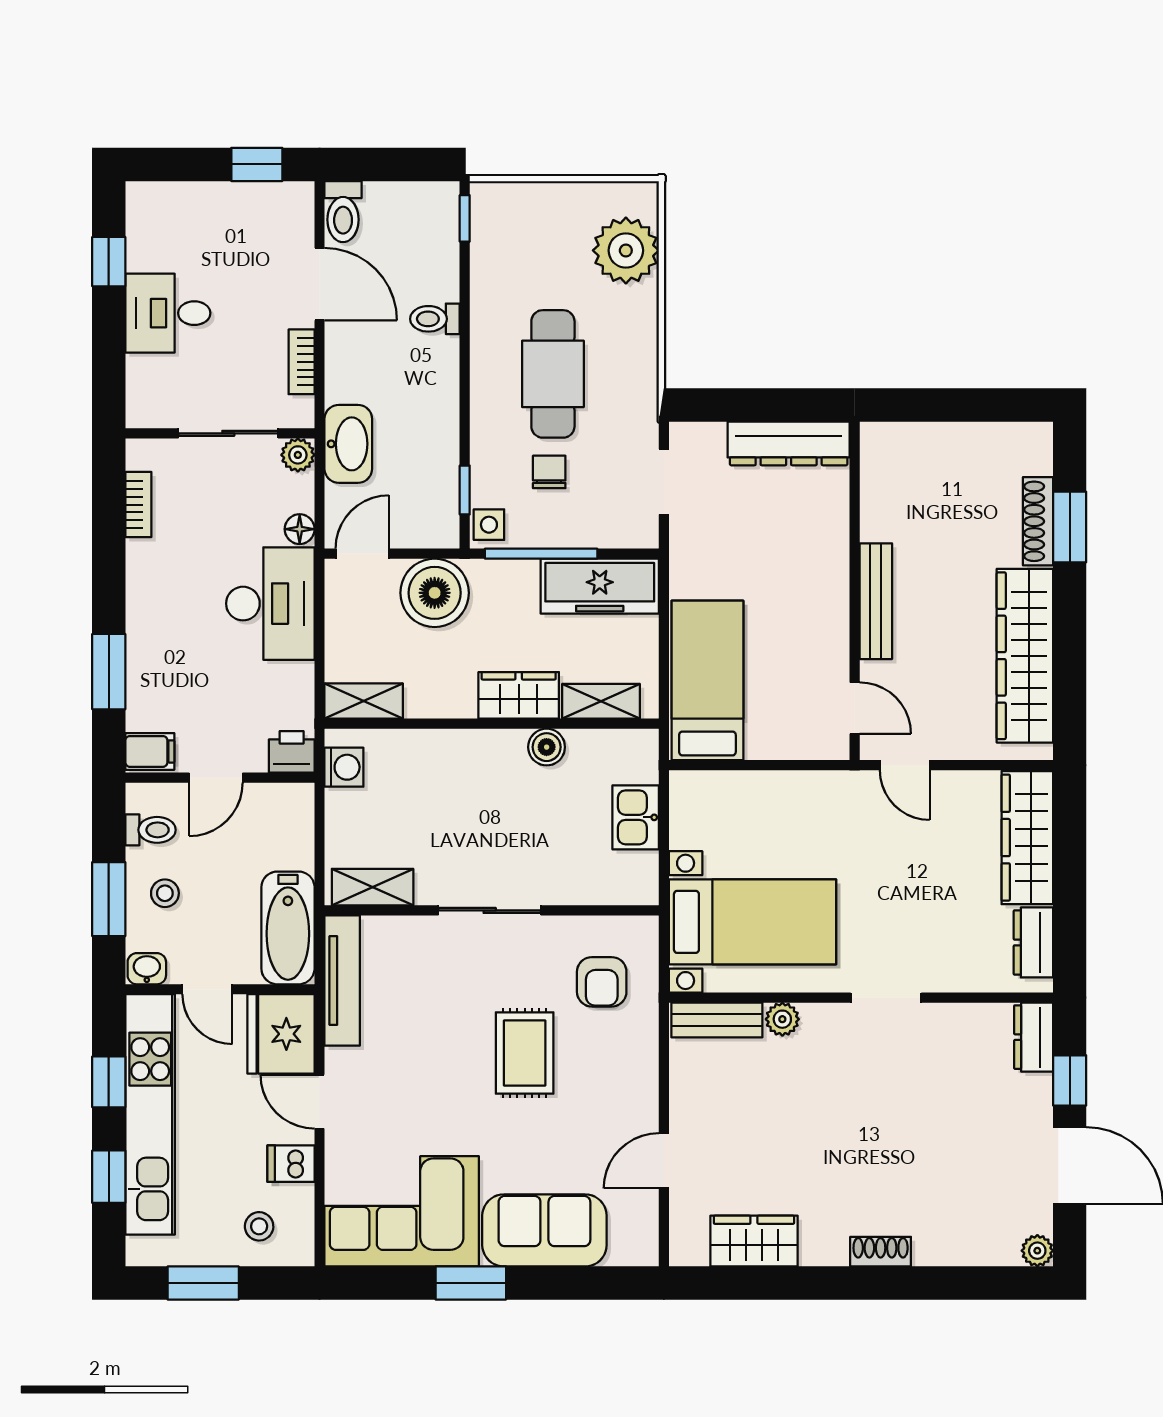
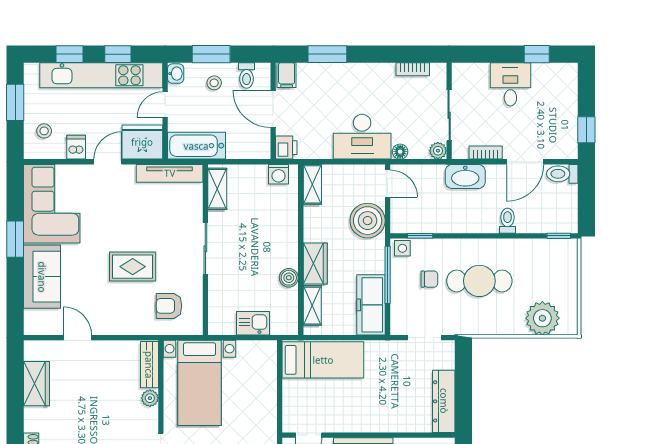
washbasin: (348, 444) -> (465, 176), moved
door: (216, 778) -> (273, 109), width x1.38

